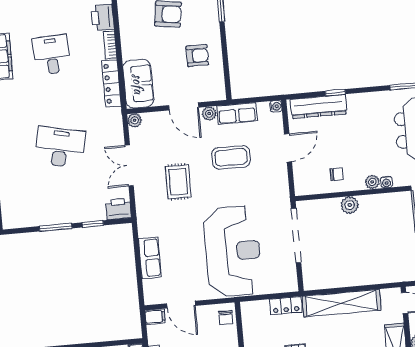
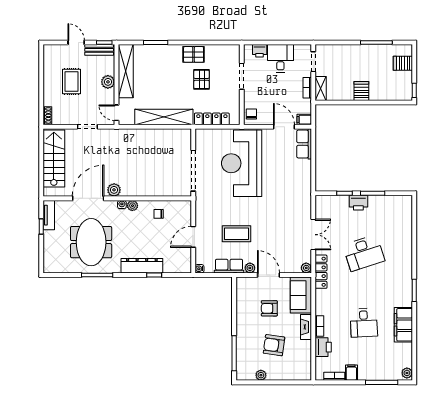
fireplace: (128, 42) -> (306, 327), added
armchair: (197, 56) -> (269, 308), moved
locker: (111, 83) -> (321, 272), moved
dresser: (319, 107) -> (142, 266), moved
desk: (60, 147) -> (364, 253), turned -30
rug: (178, 182) -> (278, 219), removed
plant: (350, 205) -> (114, 190), moved
printer: (118, 209) -> (358, 203), moved
row of seats: (150, 258) -> (304, 144), moved
locker: (286, 306) -> (212, 119), width x1.53

